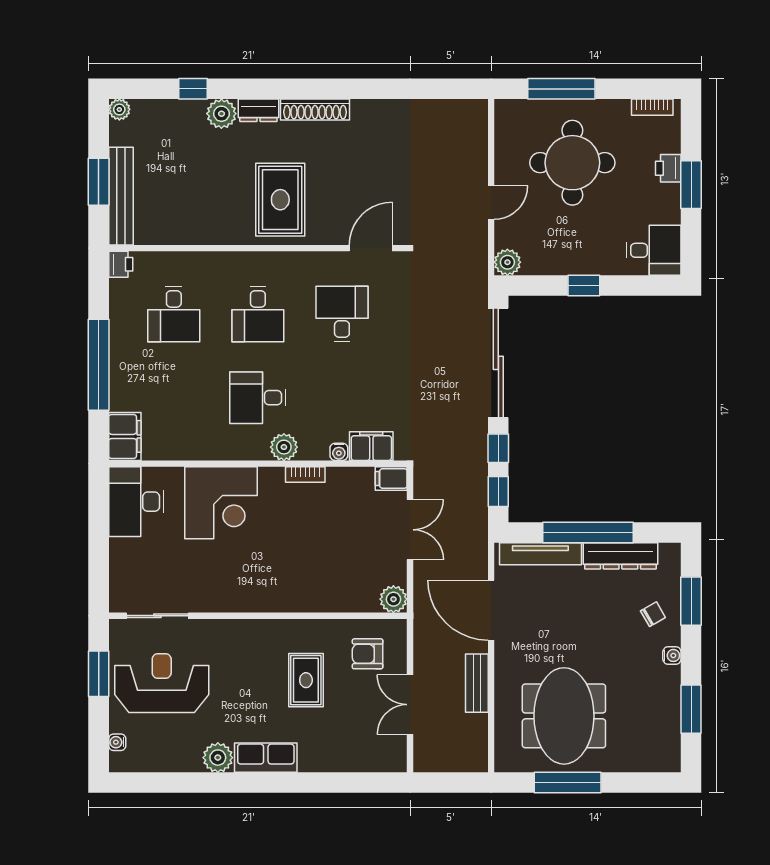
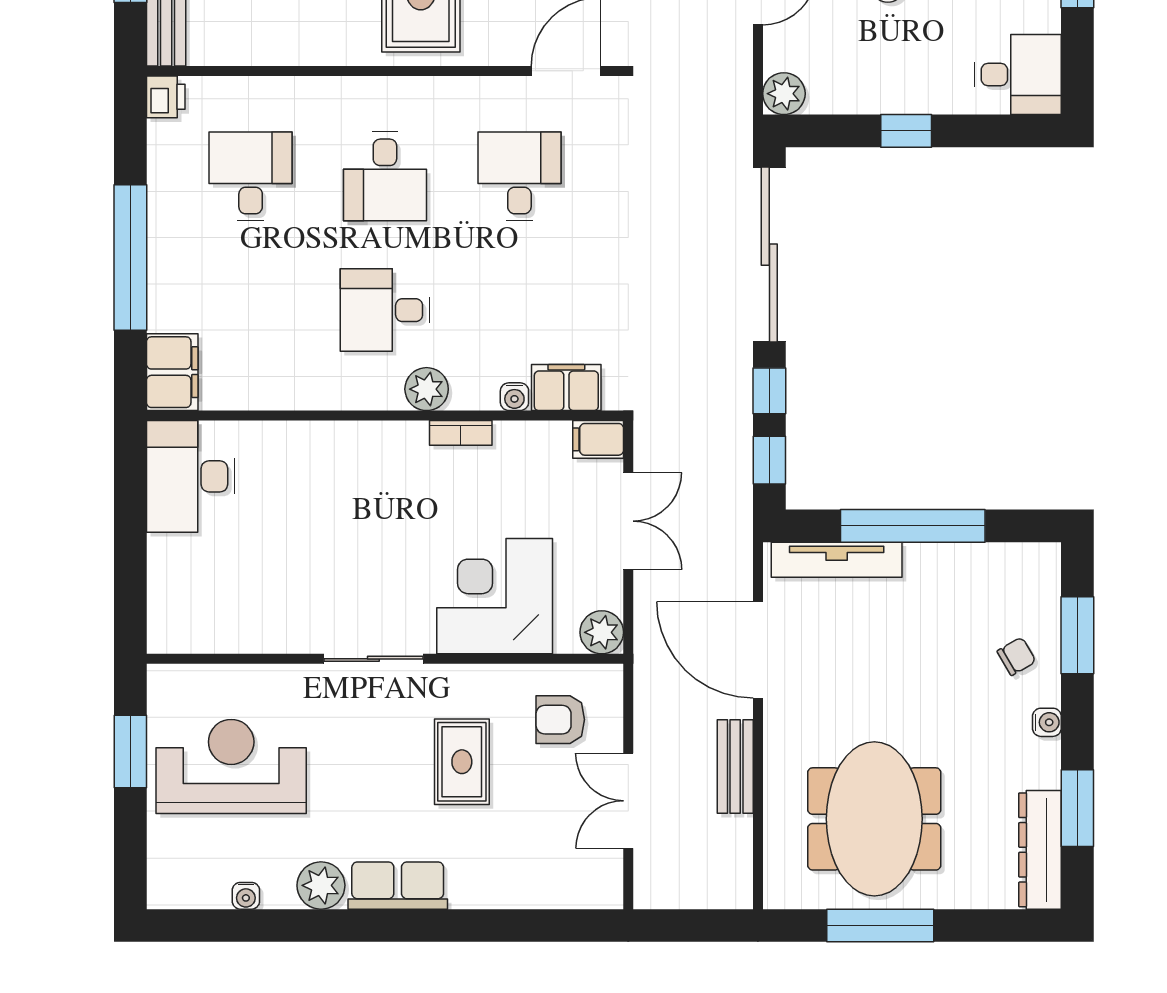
desk: (174, 314) -> (251, 176), turned 180
corner desk: (221, 503) -> (495, 596), moved, turned 180
dresser: (620, 556) -> (1040, 850), moved, turned 90
sliding door: (157, 616) -> (373, 659), moved
water cooler: (117, 742) -> (246, 896), moved, turned -90

